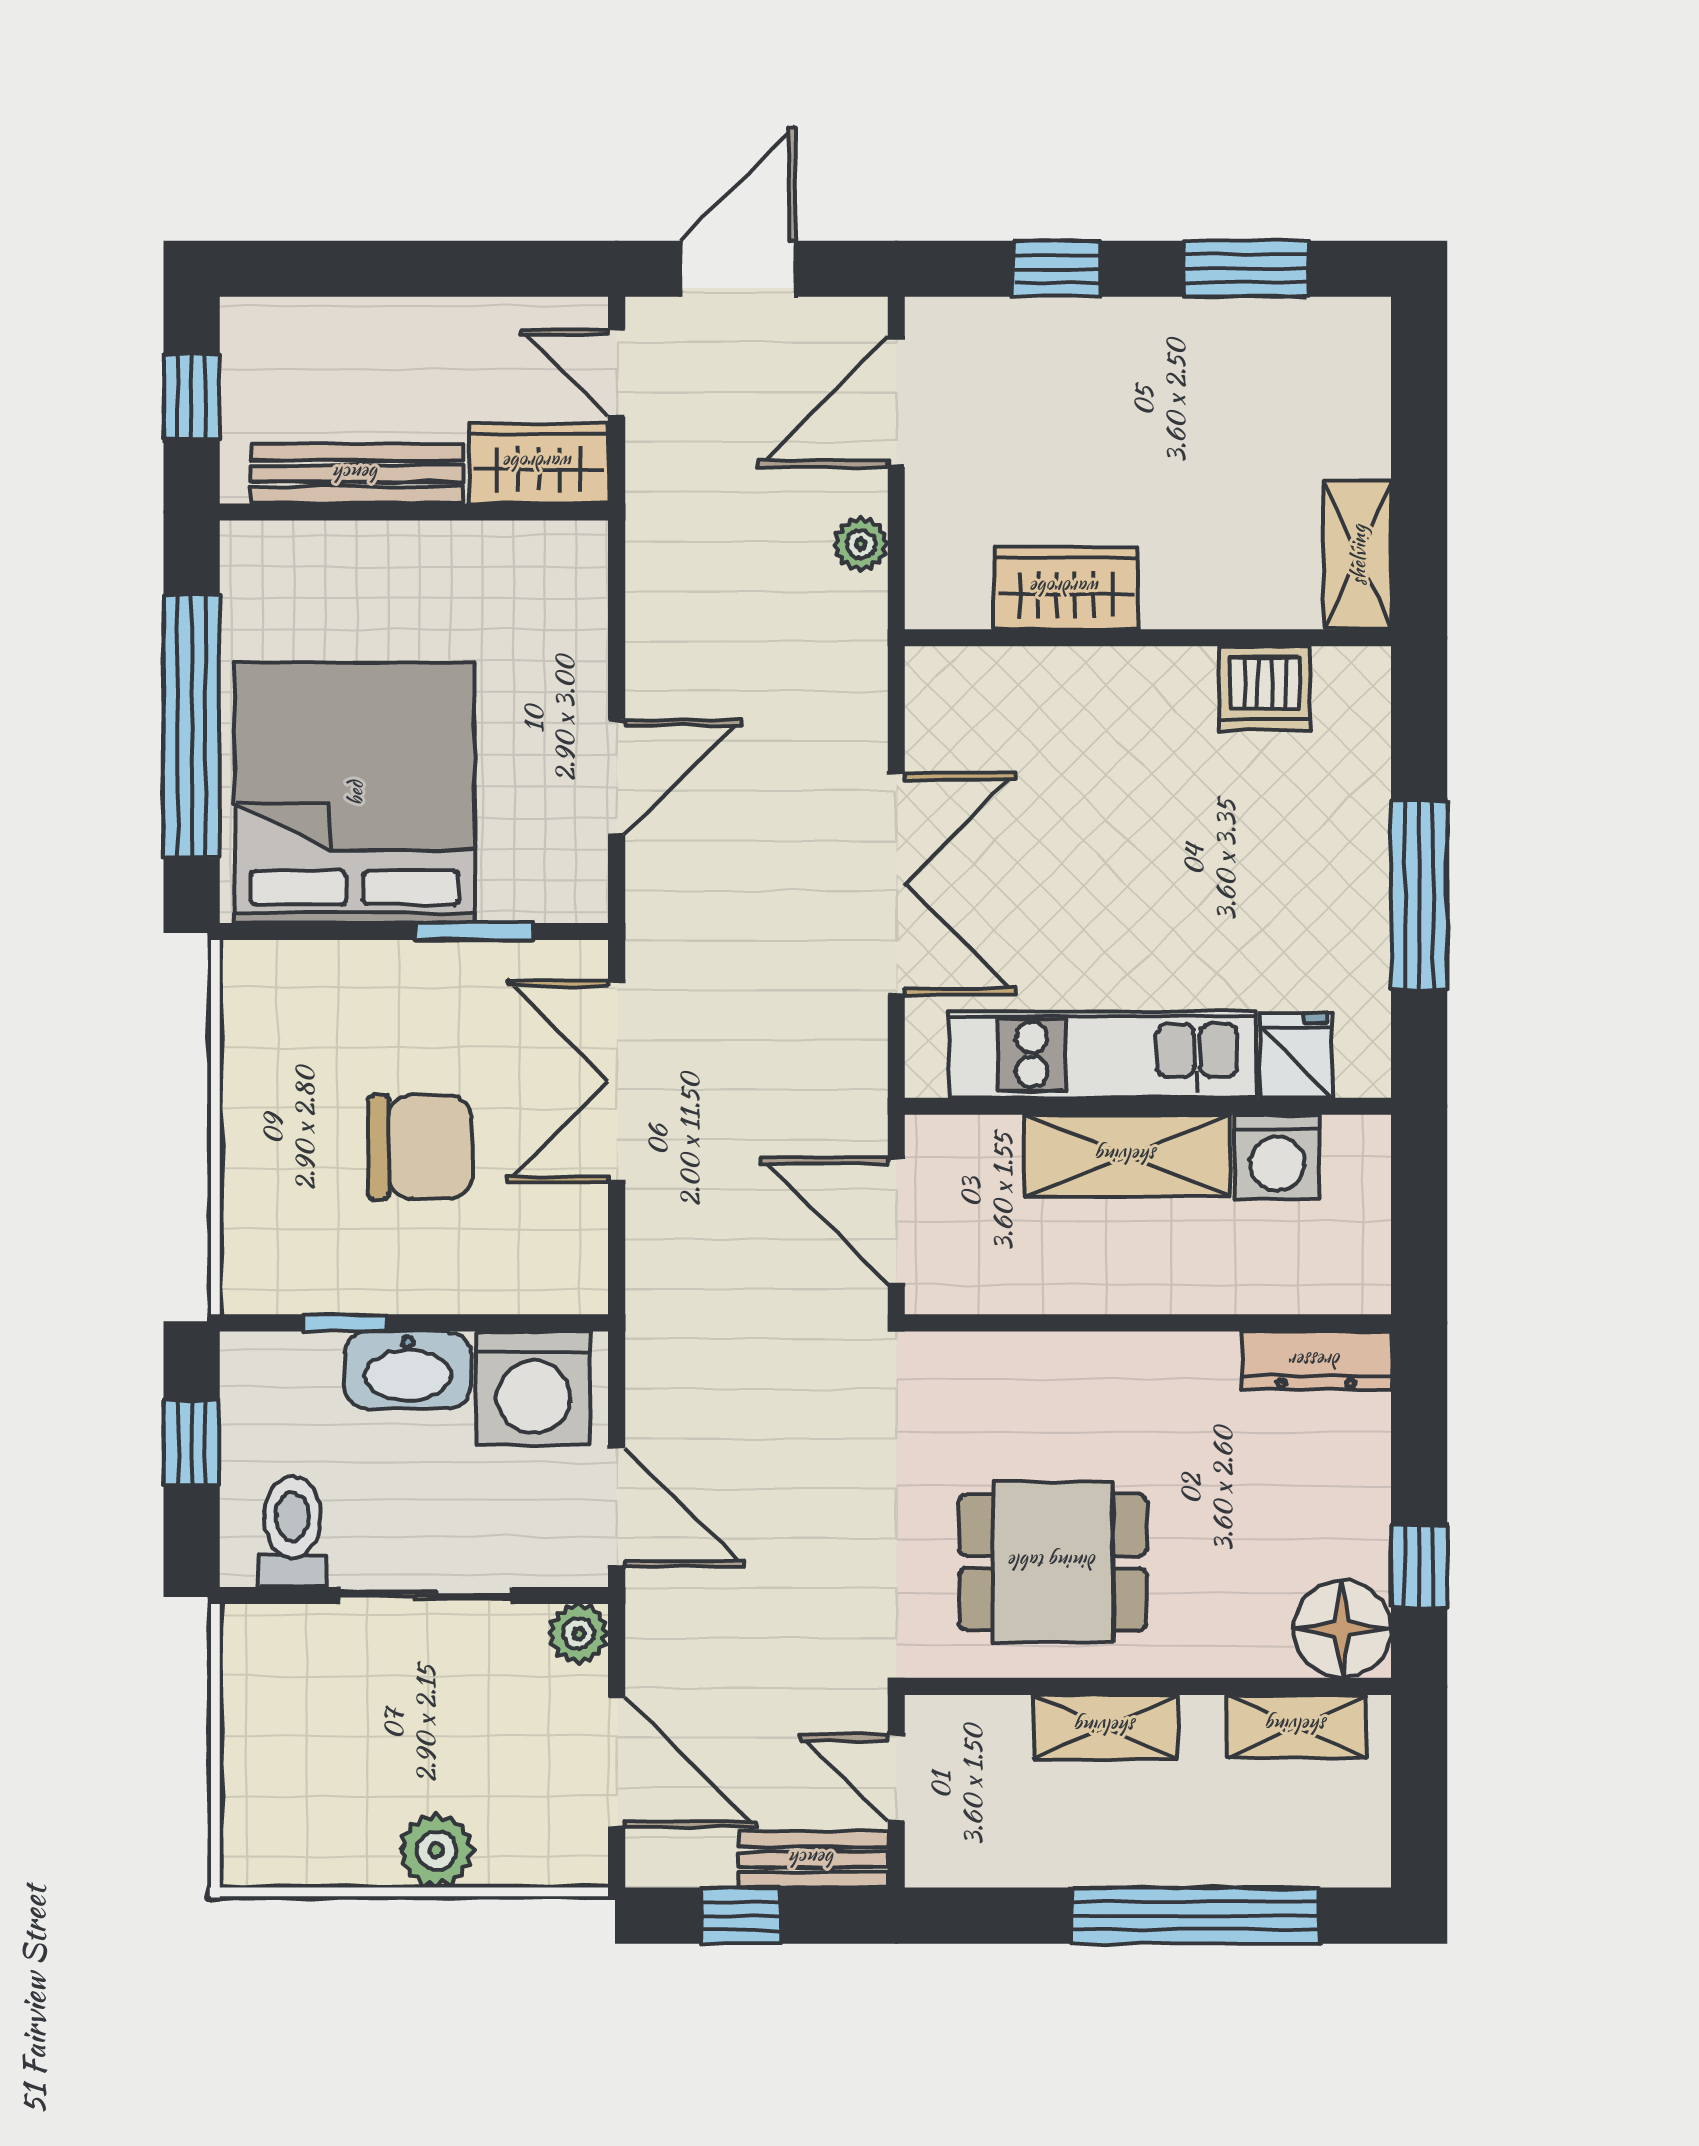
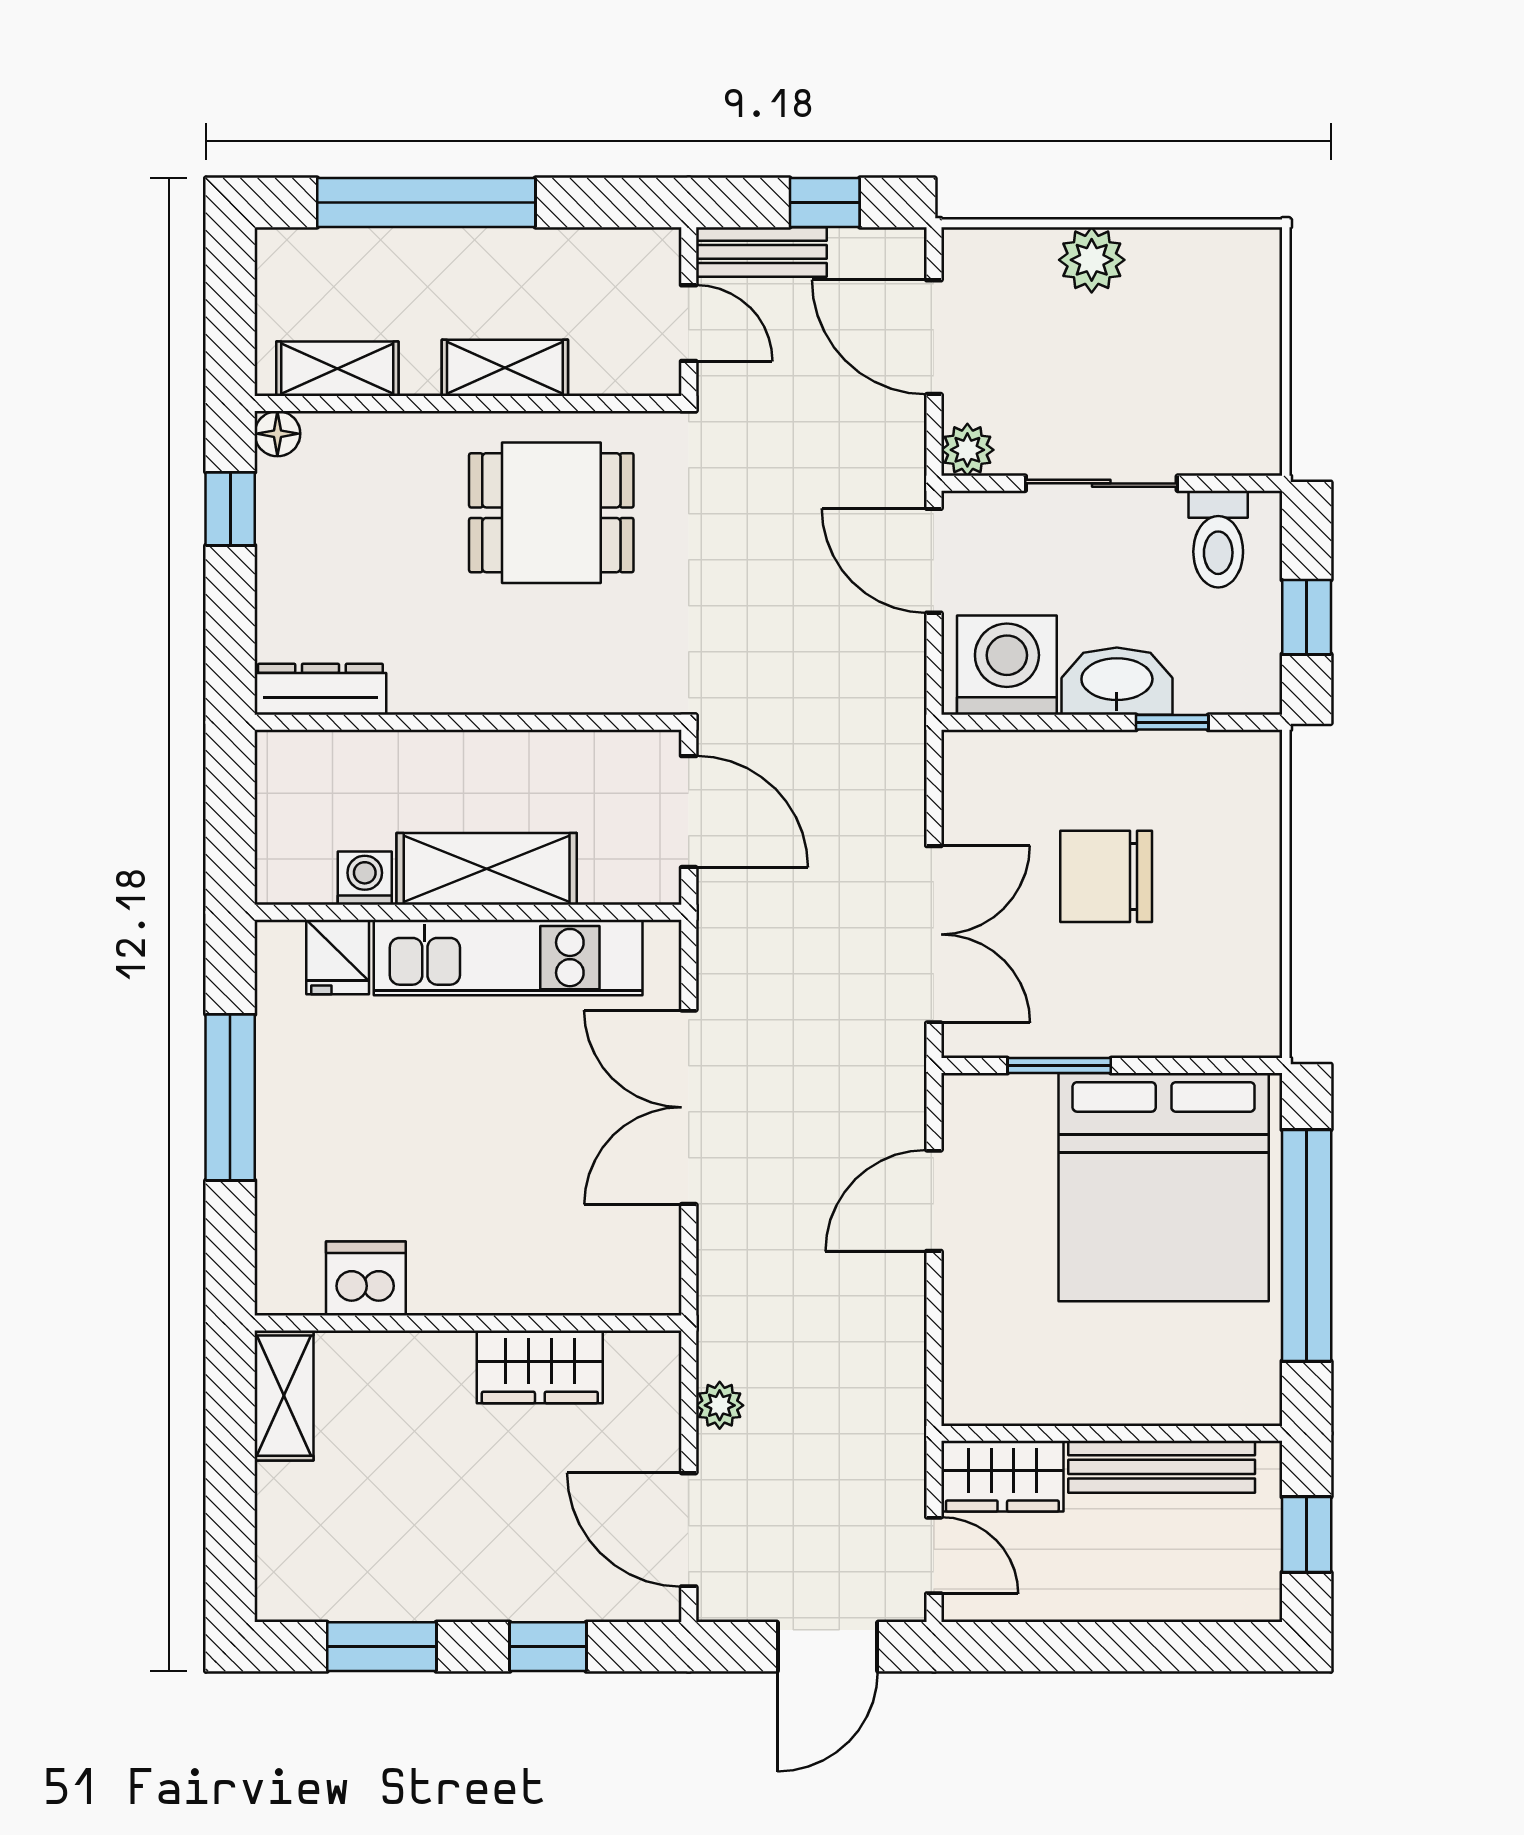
door: (896, 402) -> (689, 1530), swing flipped
washing machine: (1277, 1157) -> (365, 878), width x0.73, depth x0.73
floor lamp: (1342, 1629) -> (277, 434), width x0.53, depth x0.53

